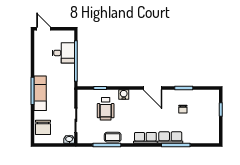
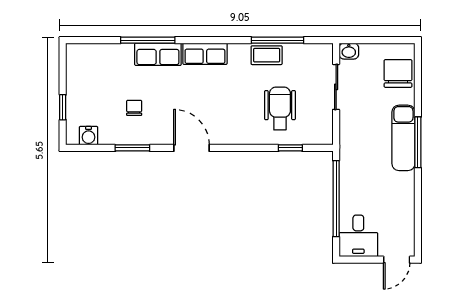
door: (44, 29) -> (397, 260), hinge flipped
desk: (63, 53) -> (358, 236), moved, turned -90
water cooler: (124, 94) -> (88, 136), moved

